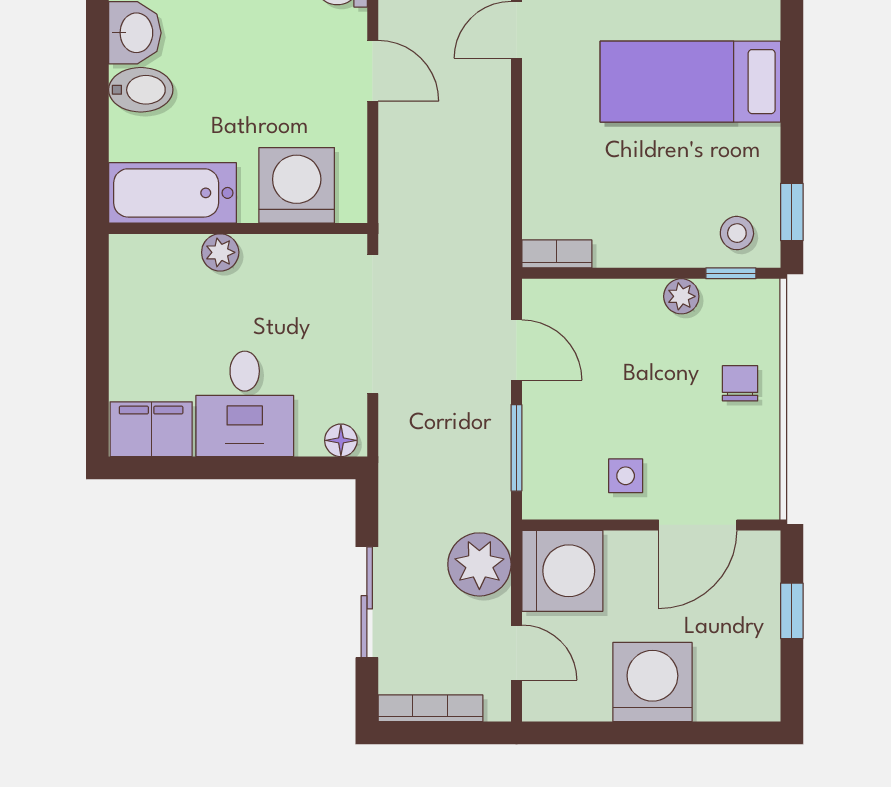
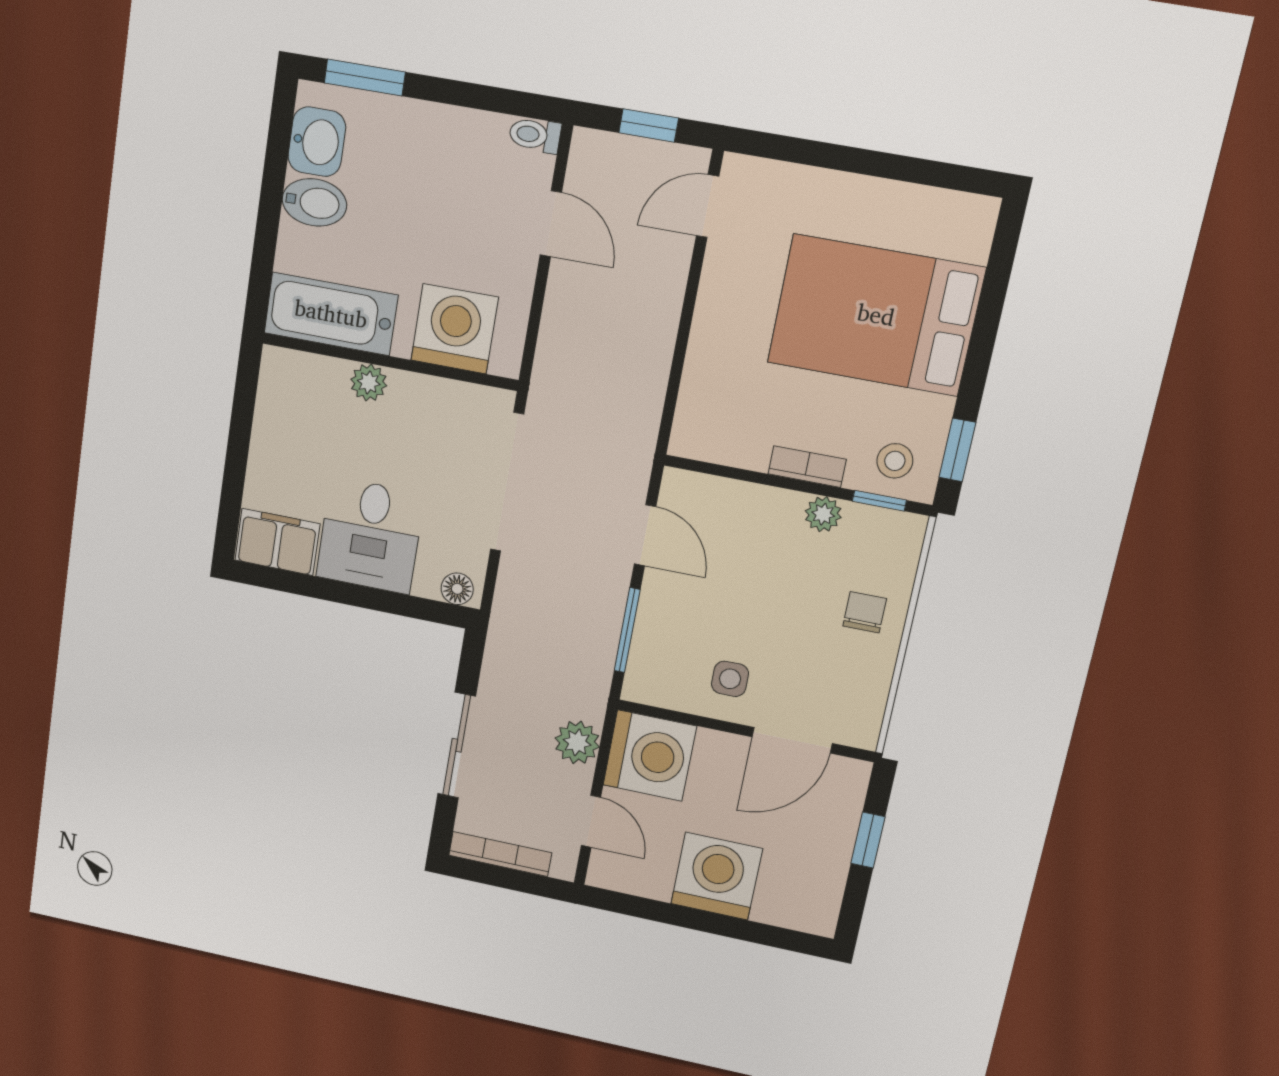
bed: (690, 82) -> (876, 315), width x1.50
bookcase: (557, 254) -> (807, 467), moved
plant: (479, 564) -> (577, 742), width x0.73, depth x0.73

